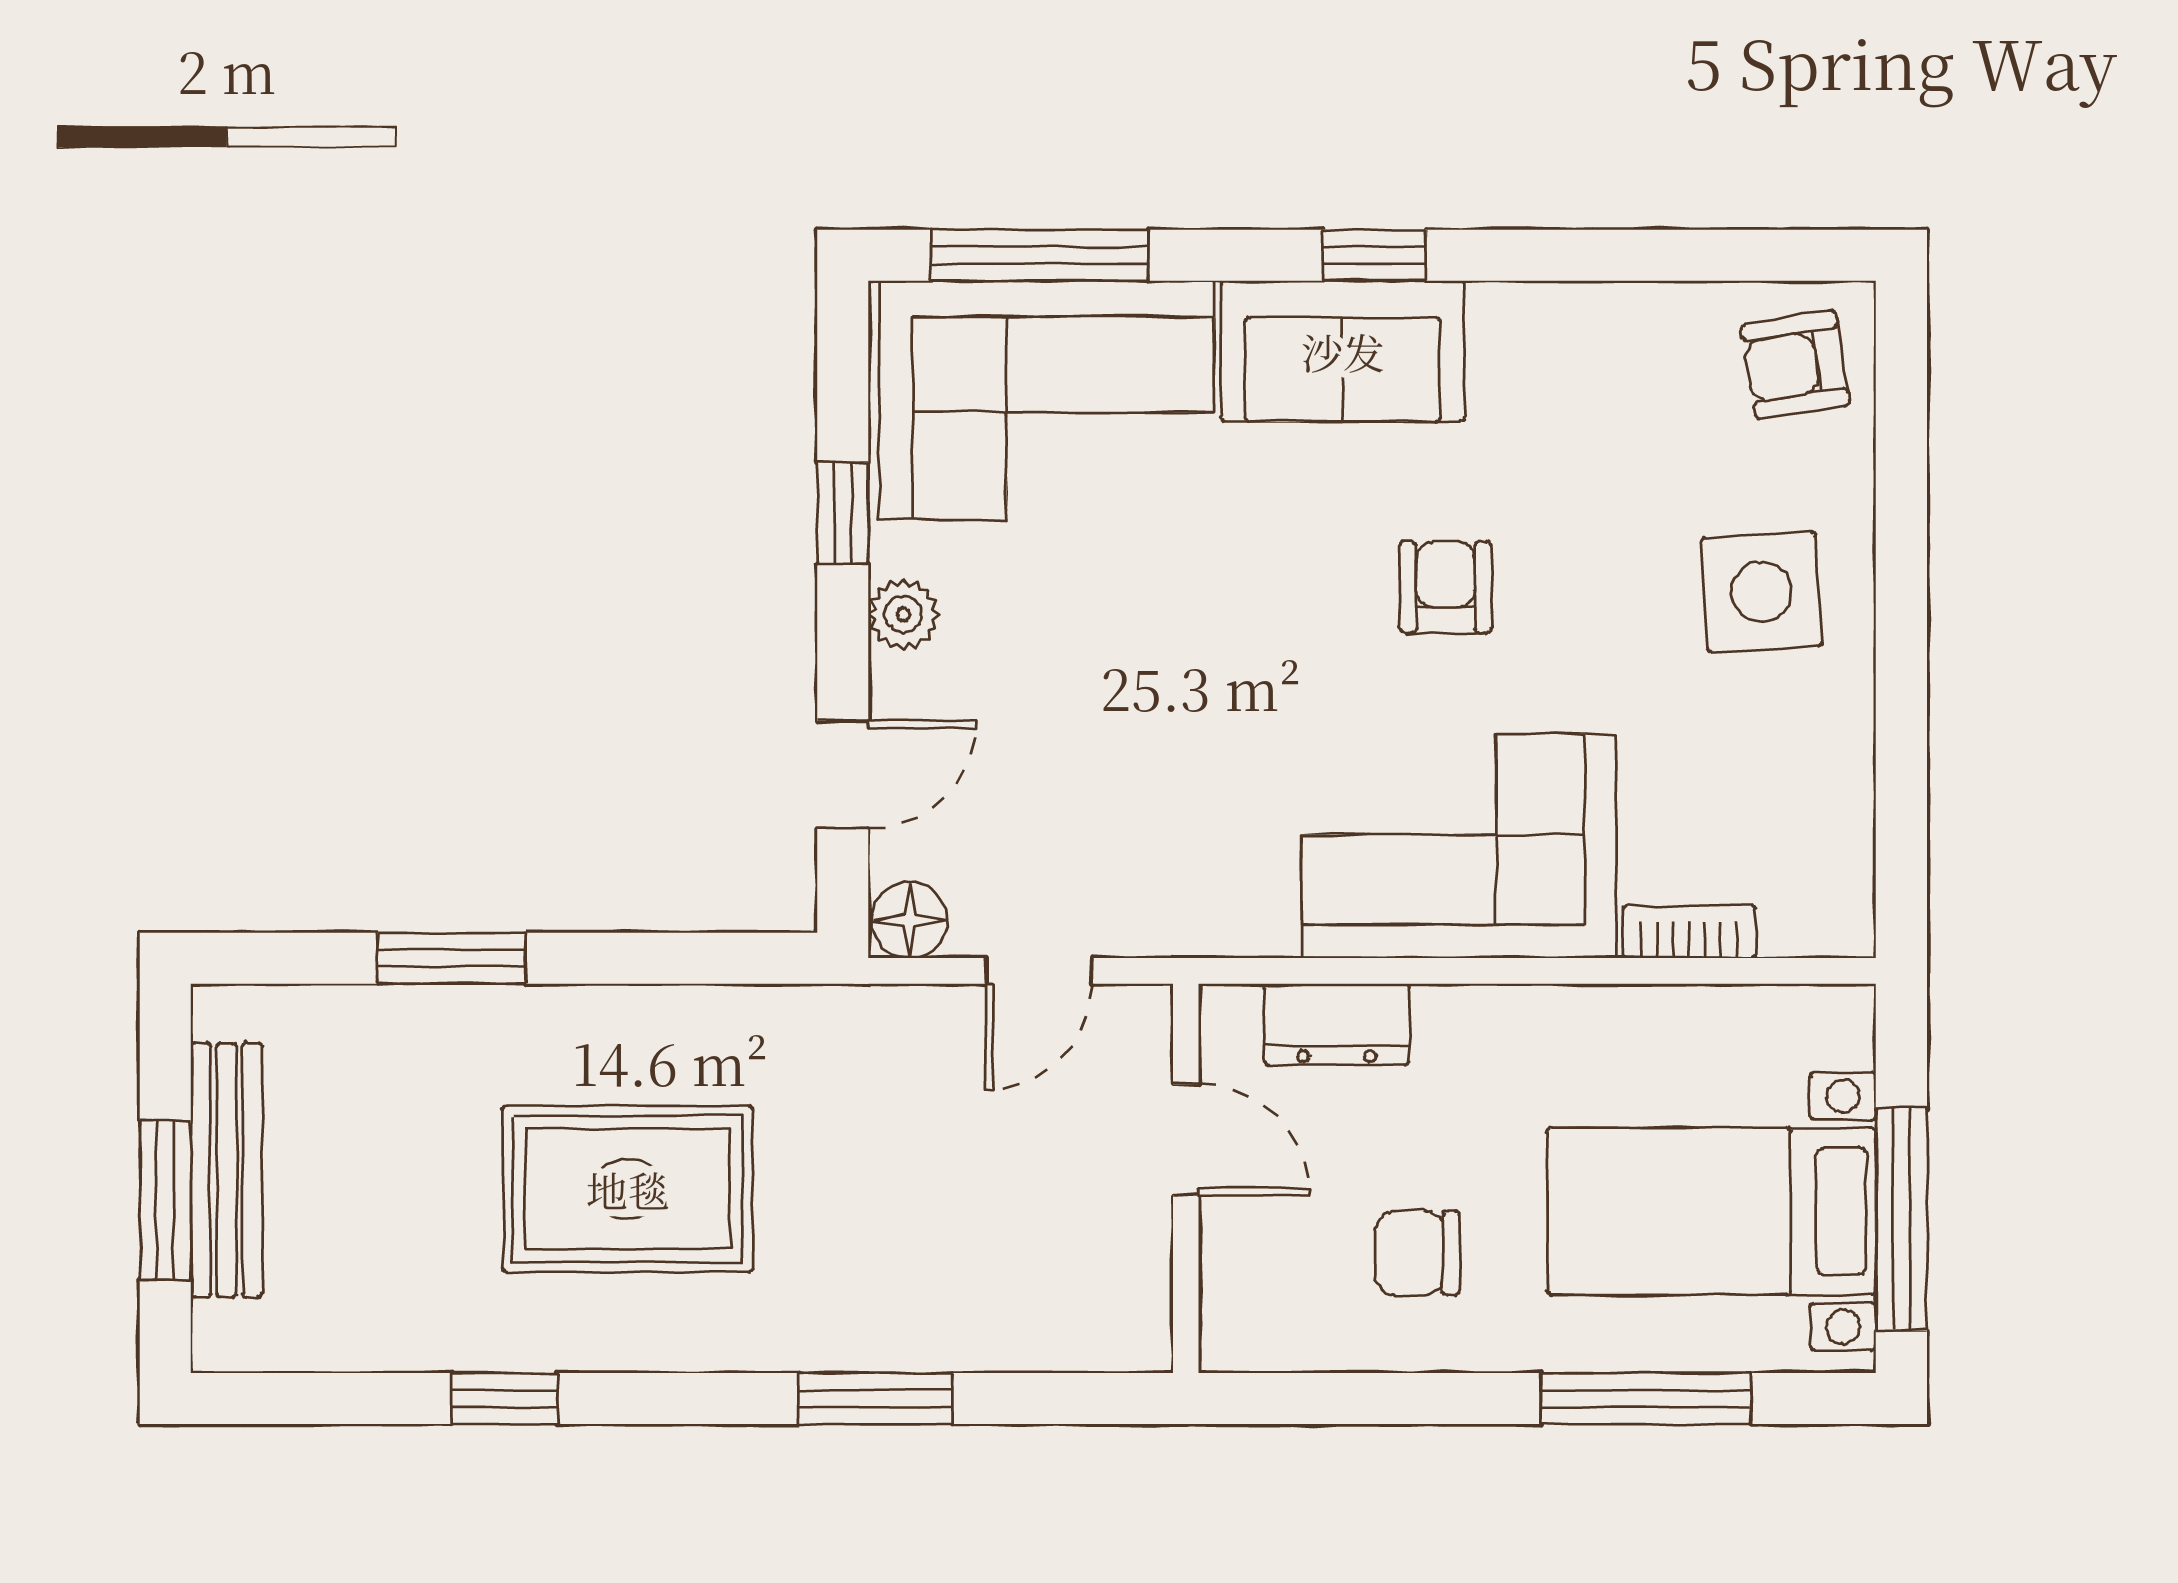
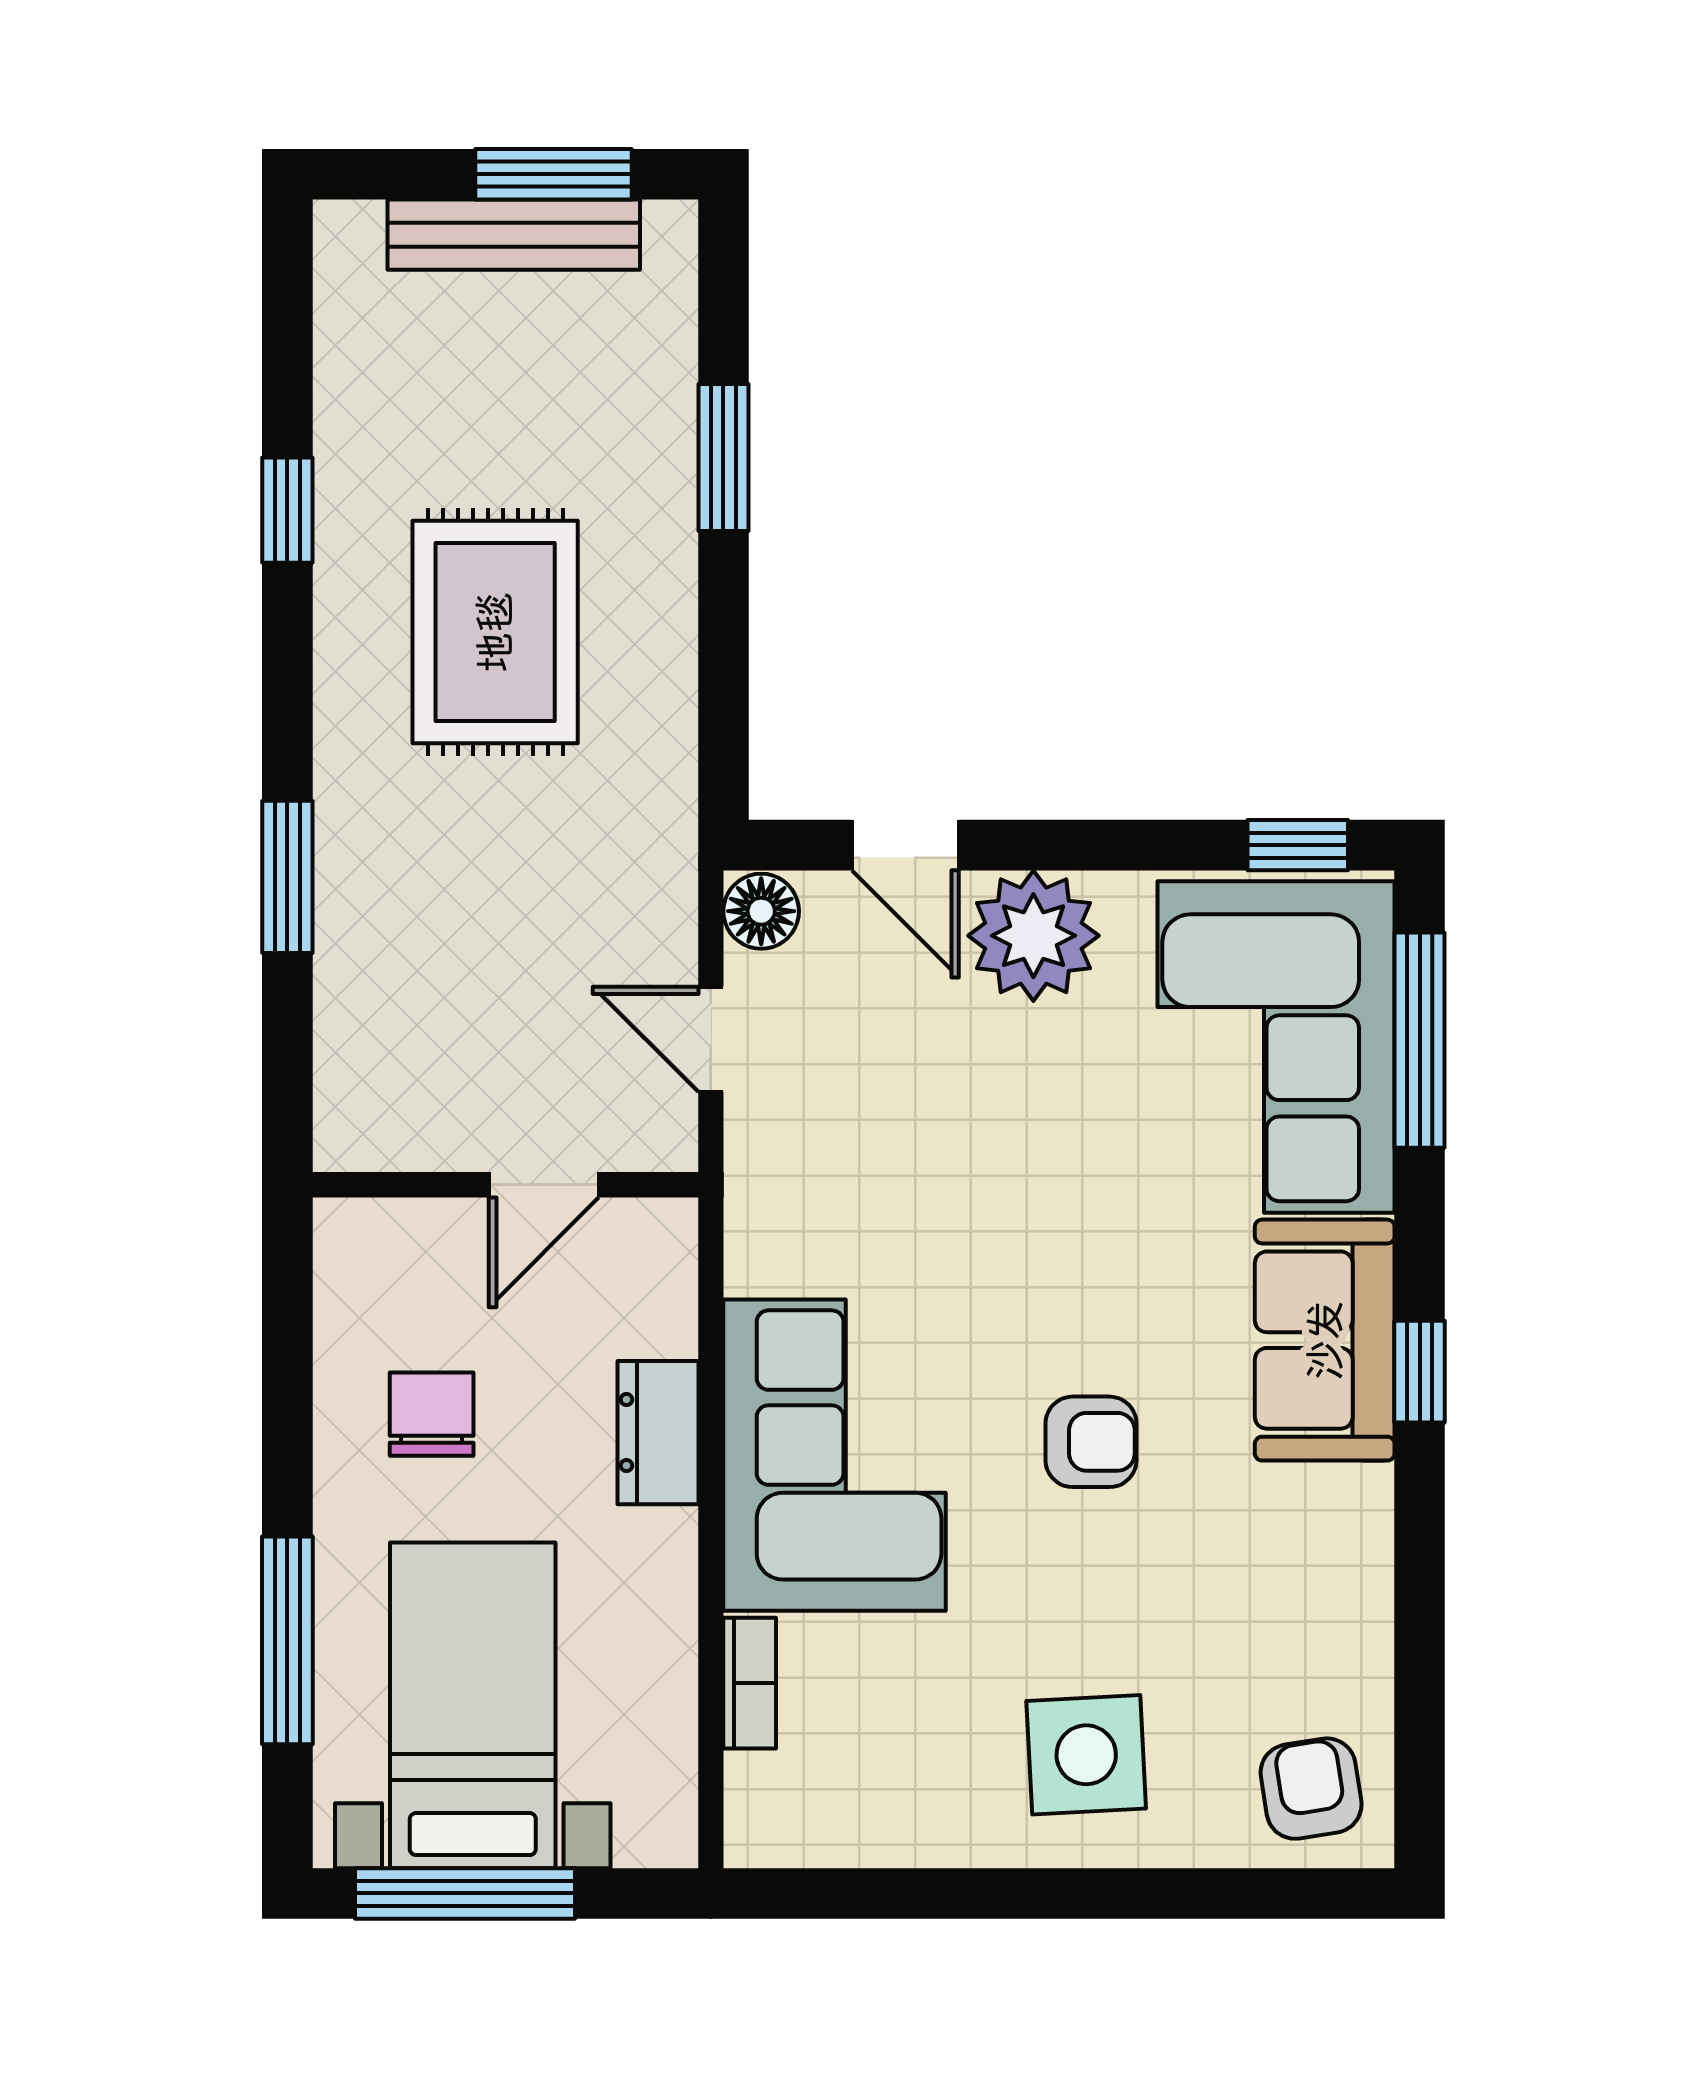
window: (843, 513) -> (1298, 845), moved
plant: (903, 614) -> (1033, 936), width x1.87, depth x1.87
dresser: (1337, 1024) -> (658, 1433), moved
window: (165, 1200) -> (553, 174), moved

